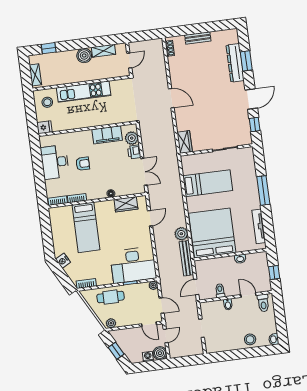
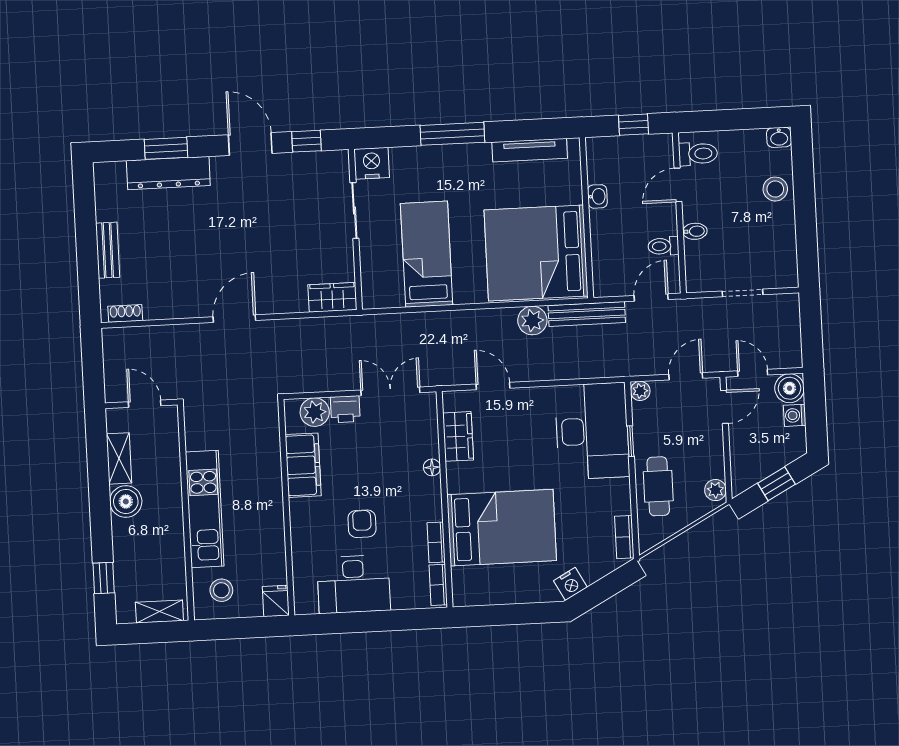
nightstand: (247, 155) -> (372, 163), added
bed: (86, 227) -> (502, 528), width x1.50
door: (196, 287) -> (651, 298), swing flipped

